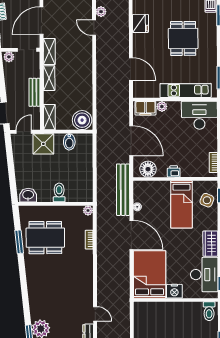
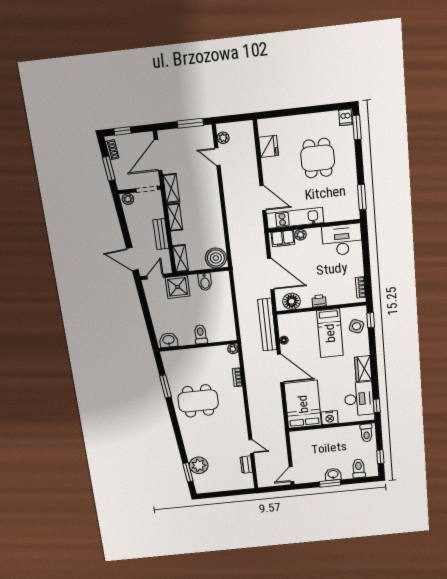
kitchen unit: (186, 90) -> (295, 218), moved
dining table: (45, 238) -> (198, 401), moved

